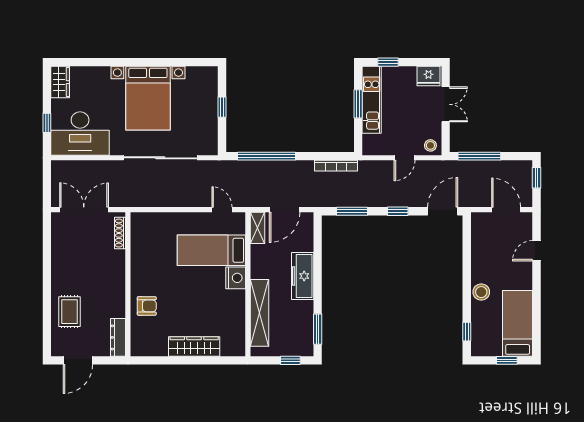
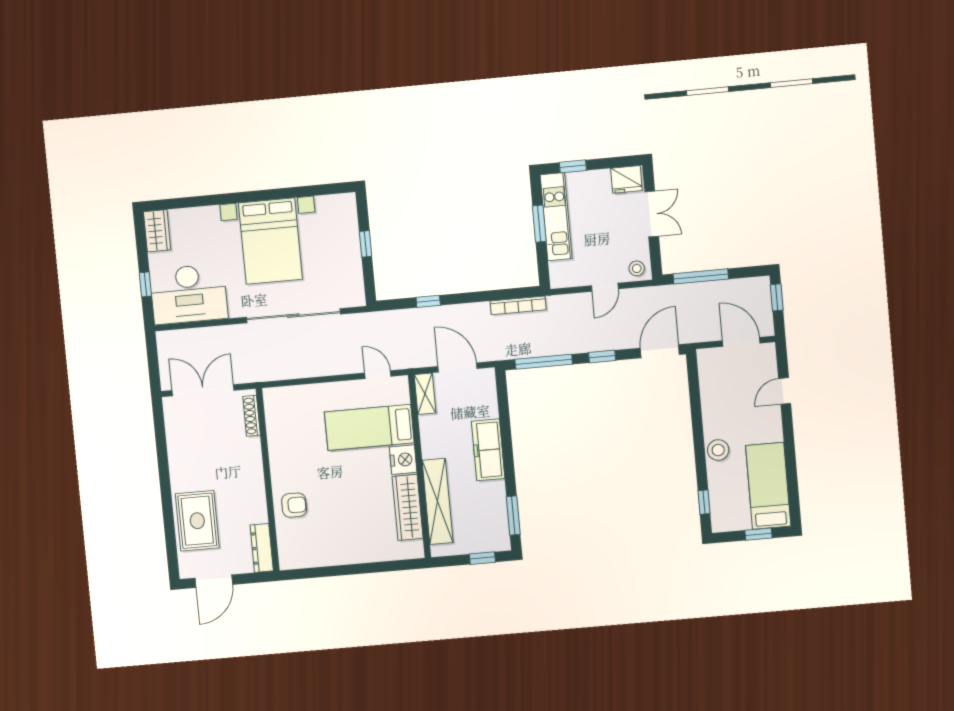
window: (267, 156) -> (428, 301), width x0.32
door: (285, 210) -> (457, 367), swing flipped
window: (352, 211) -> (544, 362), width x1.44
rug: (69, 312) -> (197, 521), width x1.36, depth x1.43
wardrobe: (194, 347) -> (408, 507), moved, turned -90

